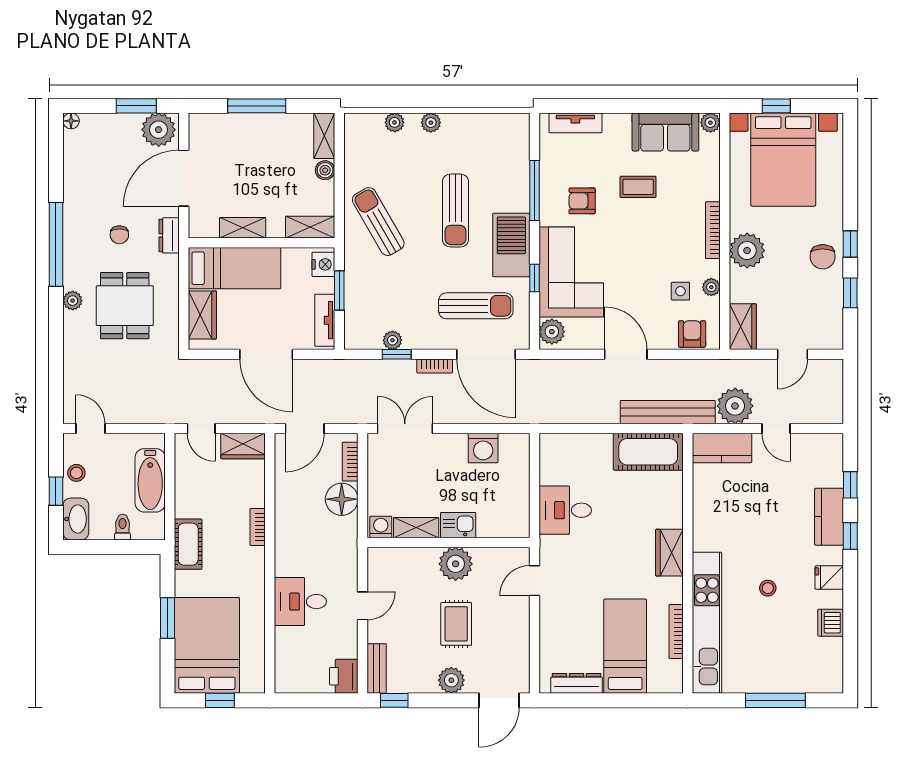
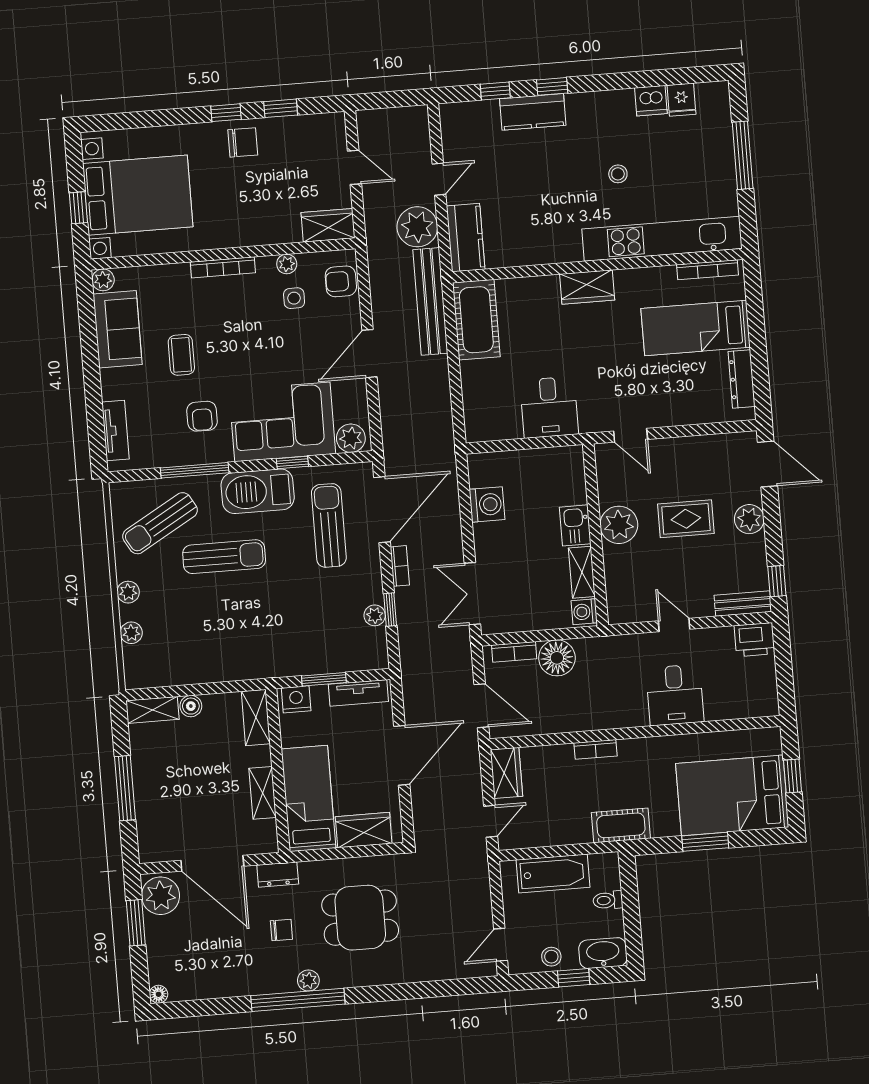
sun lounger: (378, 222) -> (160, 523), moved
plant: (747, 251) -> (243, 227), removed
plant: (73, 301) -> (308, 981), moved
fridge: (829, 578) -> (681, 100), moved
bookcase: (676, 631) -> (707, 270), moved

